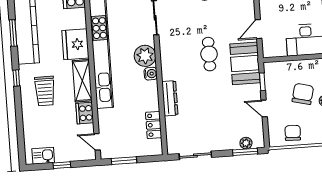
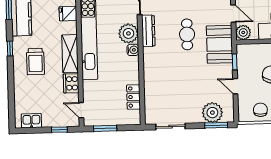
door: (259, 29) -> (233, 13), swing flipped
fridge: (75, 44) -> (68, 14), width x0.53, depth x0.75
plant: (270, 49) -> (243, 32), added
dresser: (170, 98) -> (148, 31), moved
plant: (246, 143) -> (212, 113), width x1.88, depth x1.88
window: (62, 165) -> (59, 130), moved

